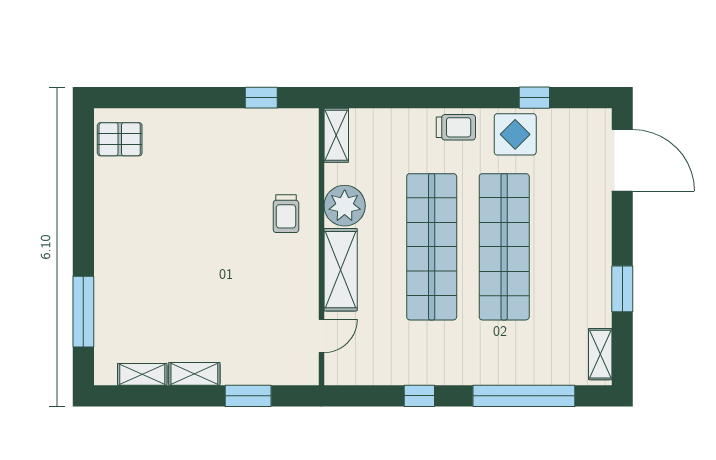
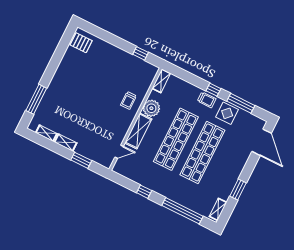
window: (460, 98) -> (213, 90), added
window: (534, 98) -> (241, 103), width x2.17

